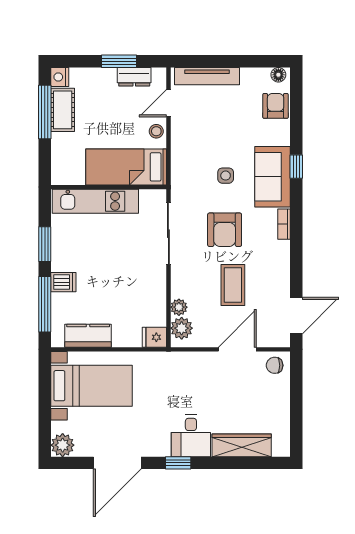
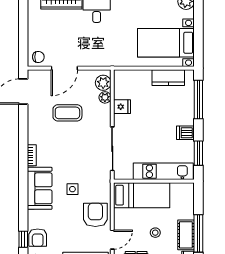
stool: (156, 131) -> (155, 233), moved
window: (296, 167) -> (23, 239), moved
armchair: (225, 230) -> (95, 215), moved
window: (45, 244) -> (198, 153), moved
dishwasher: (63, 282) -> (185, 133), moved
coffee table: (233, 285) -> (67, 113), turned 90
fridge: (154, 337) -> (122, 107), moved

